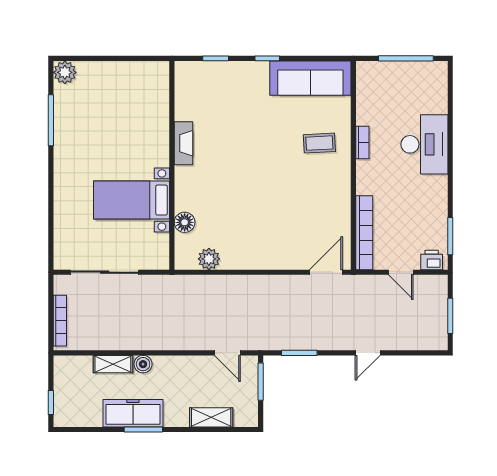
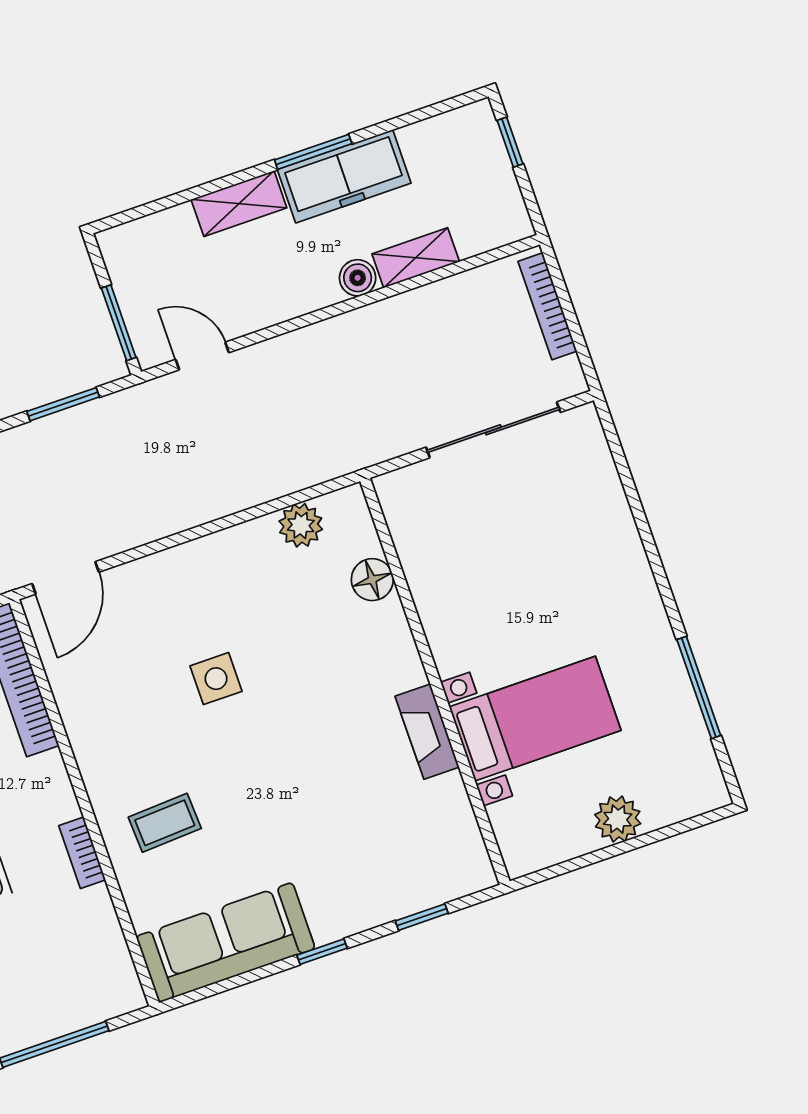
plant: (65, 72) -> (618, 819), moved
bed with nightstands: (132, 200) -> (535, 719), moved
side table: (273, 202) -> (216, 679), added
shelving: (211, 417) -> (239, 204), moved

